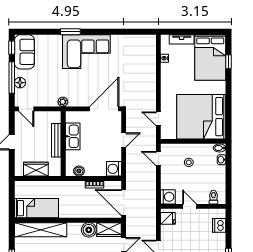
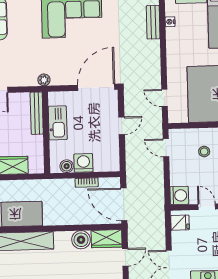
bench: (151, 58) -> (153, 22), added
bench: (56, 140) -> (37, 113), moved
washing machine: (114, 169) -> (83, 163), moved, turned 90

